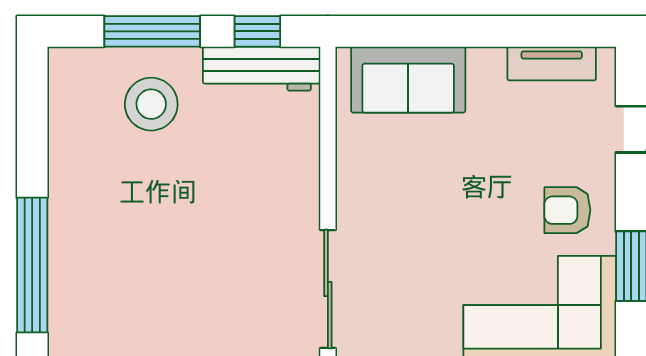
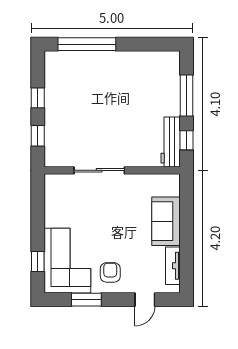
sofa: (408, 80) -> (166, 221), moved
stool: (151, 104) -> (155, 95), removed
sliding door: (328, 289) -> (99, 170), moved

